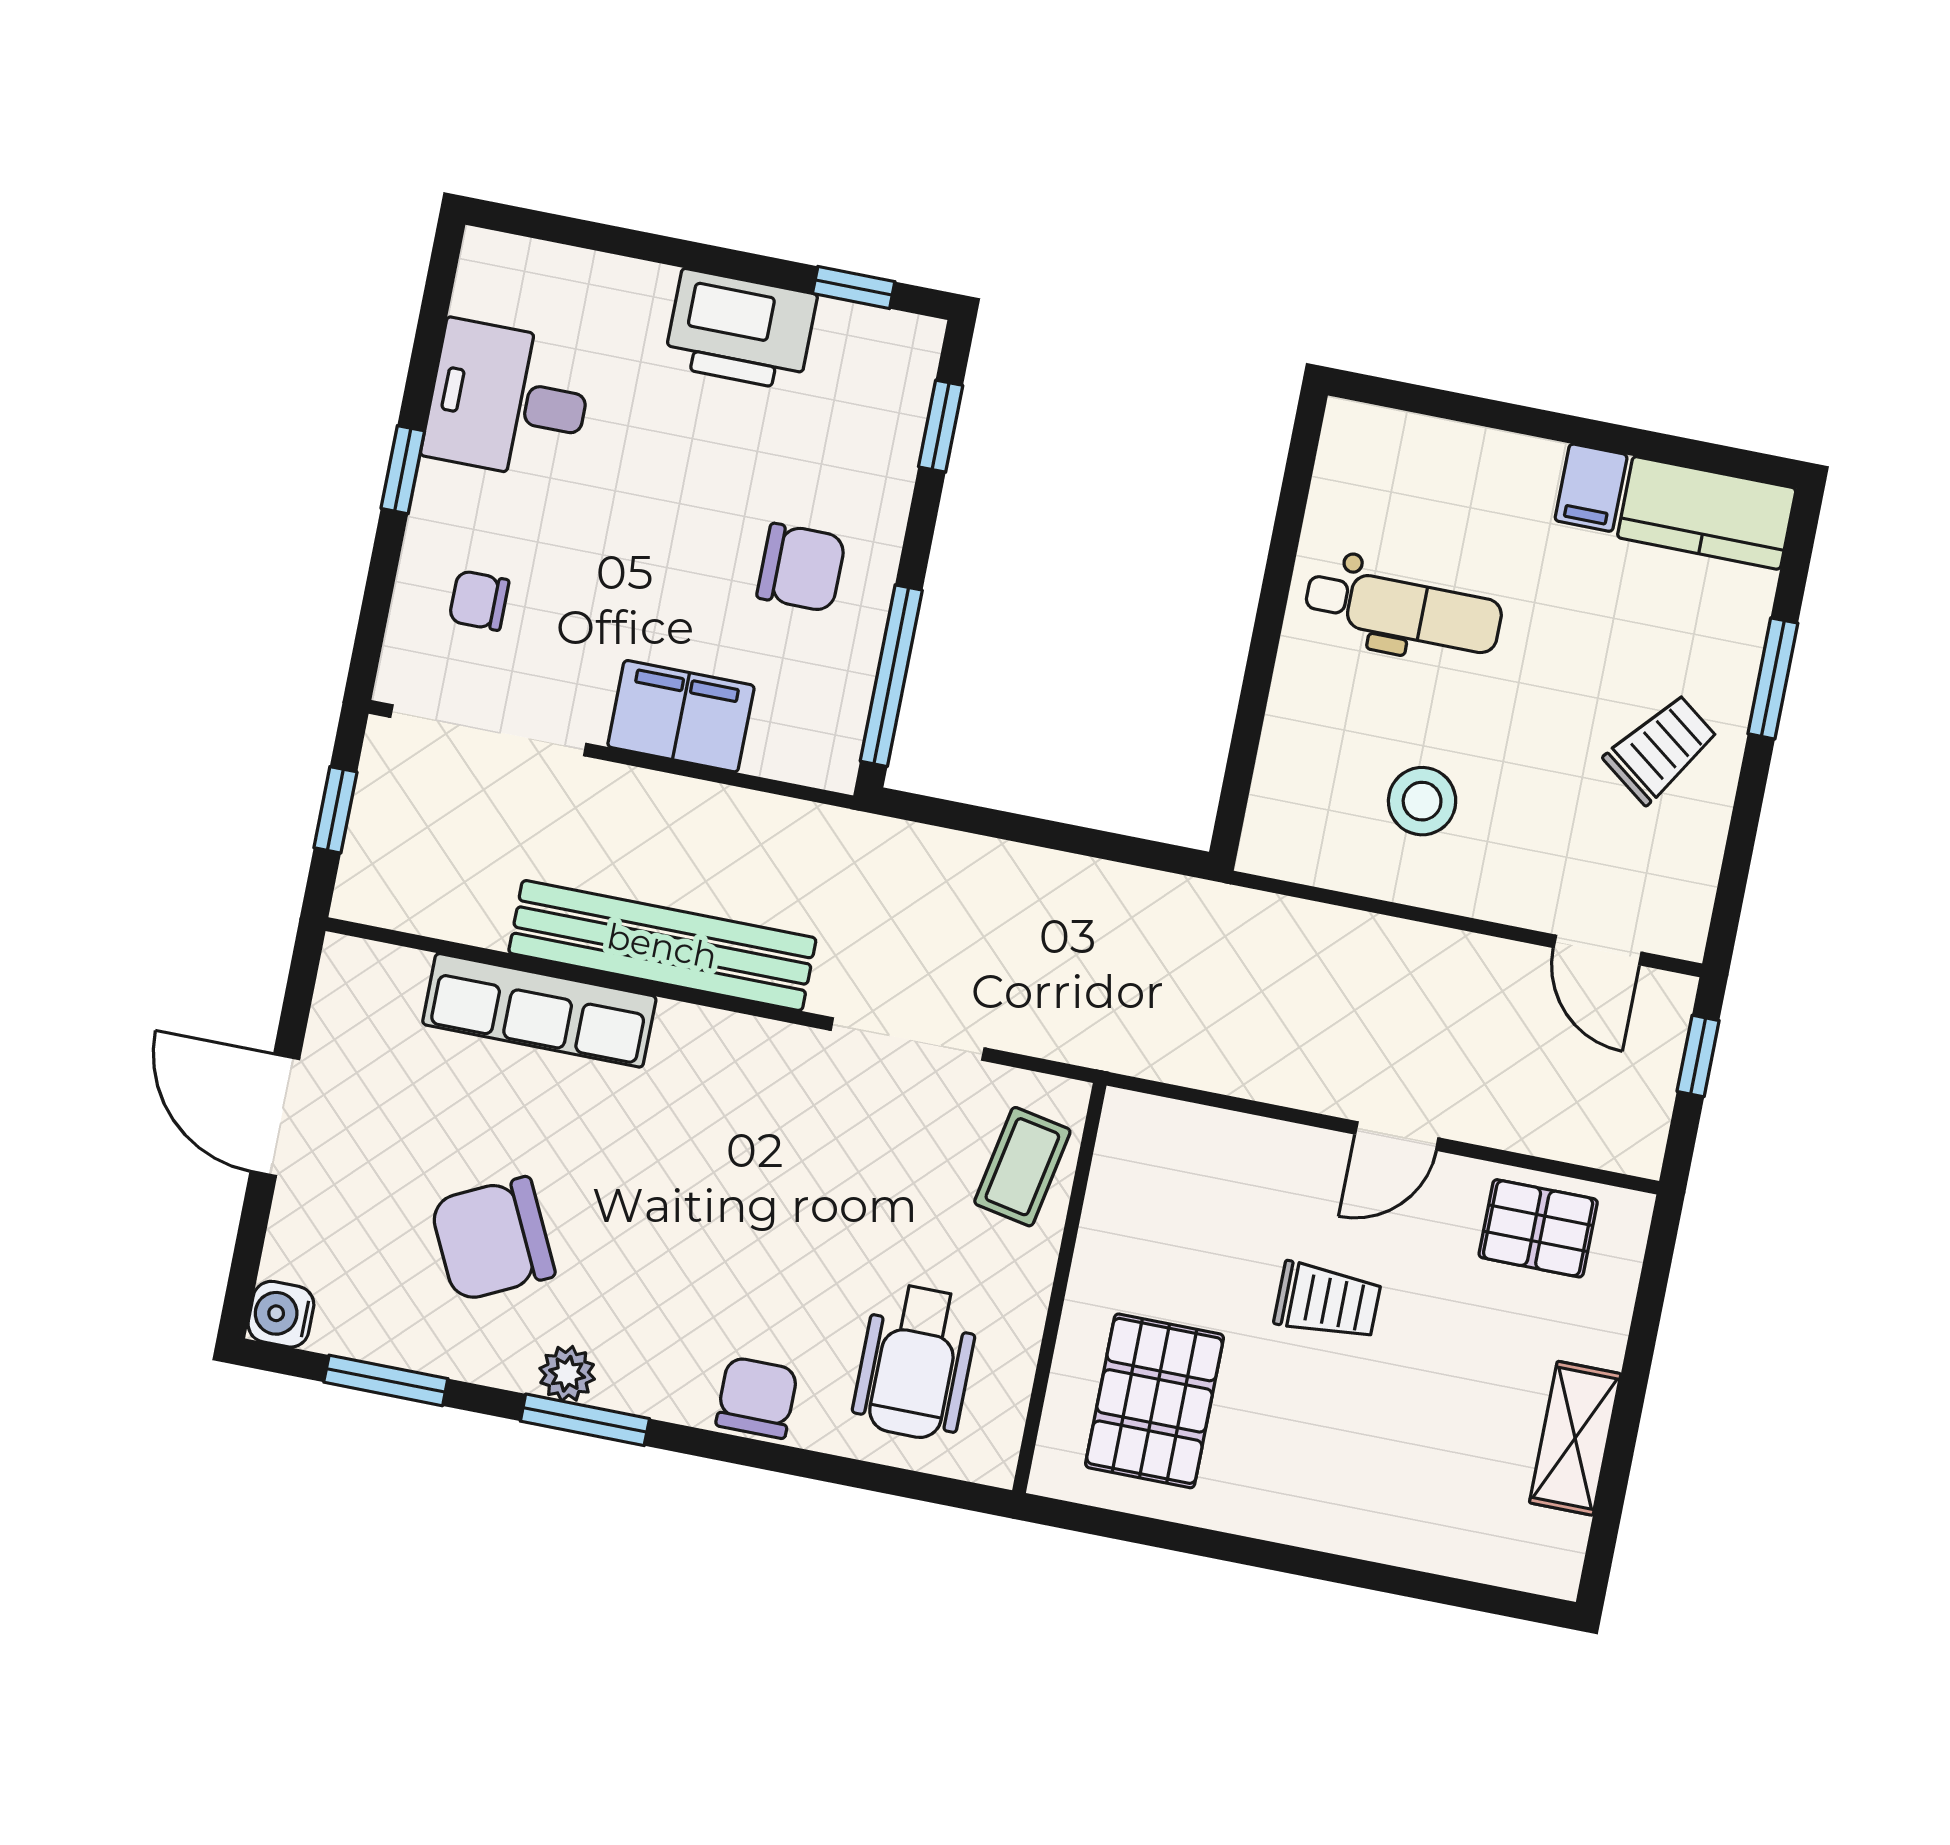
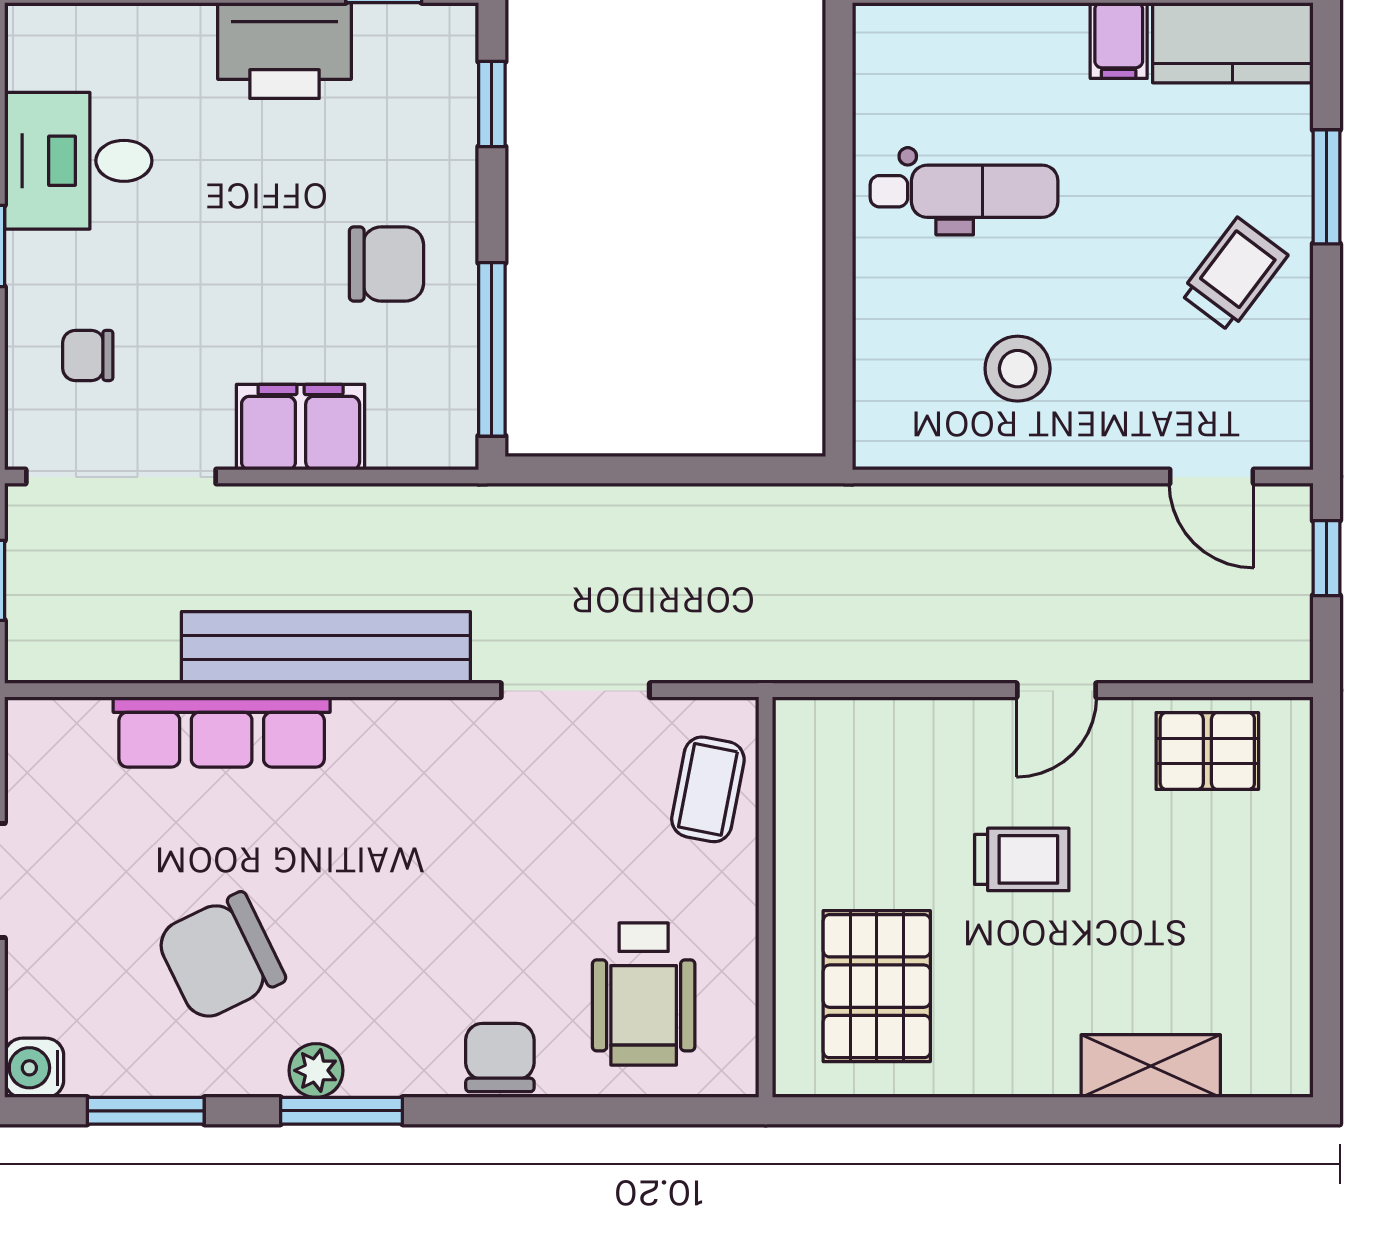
shelving: (1575, 1438) -> (1151, 1066), moved, turned 90

